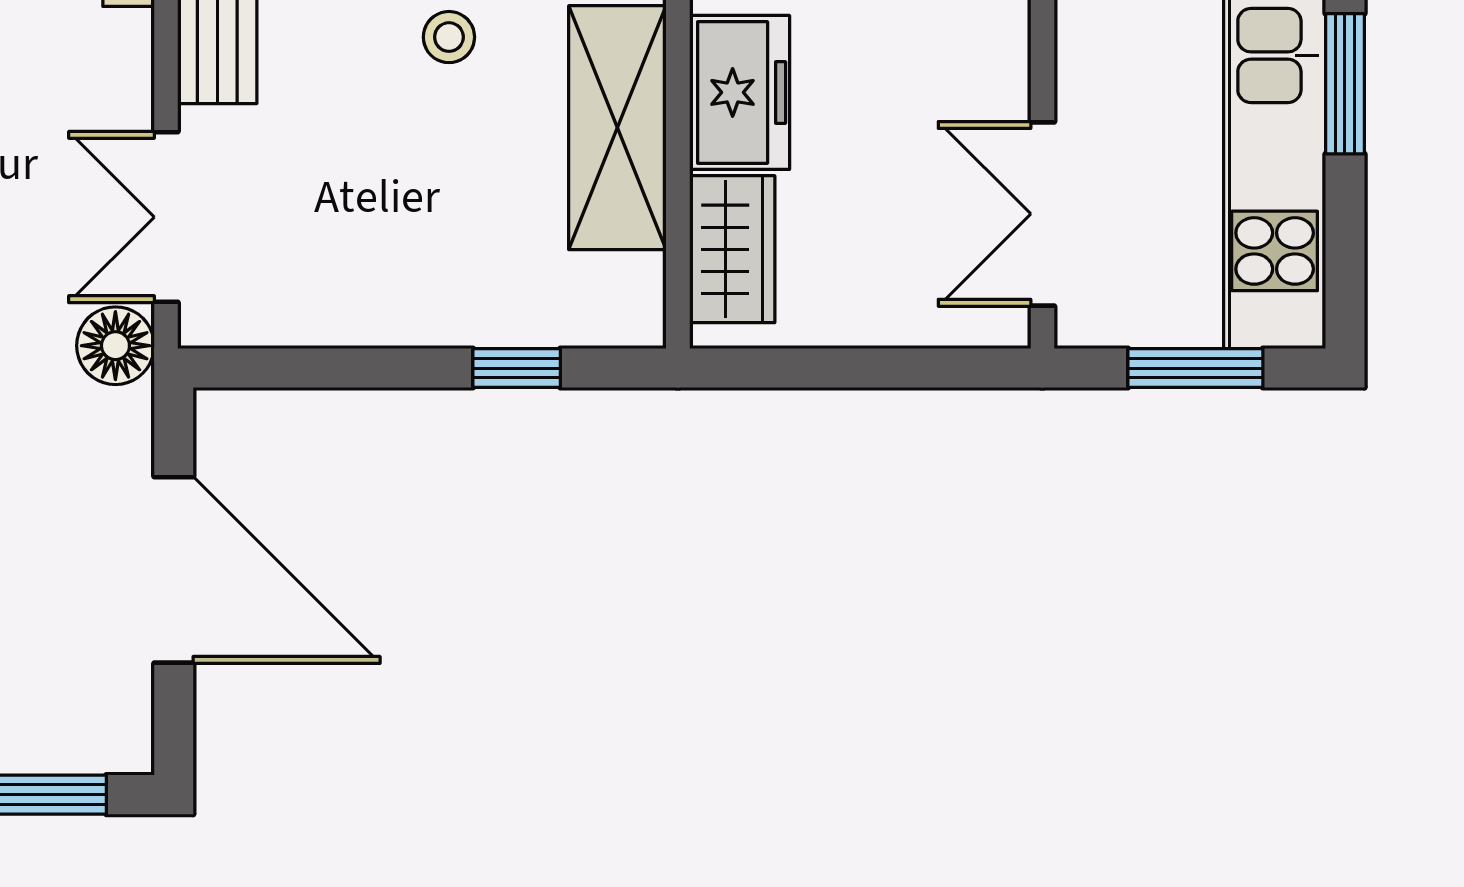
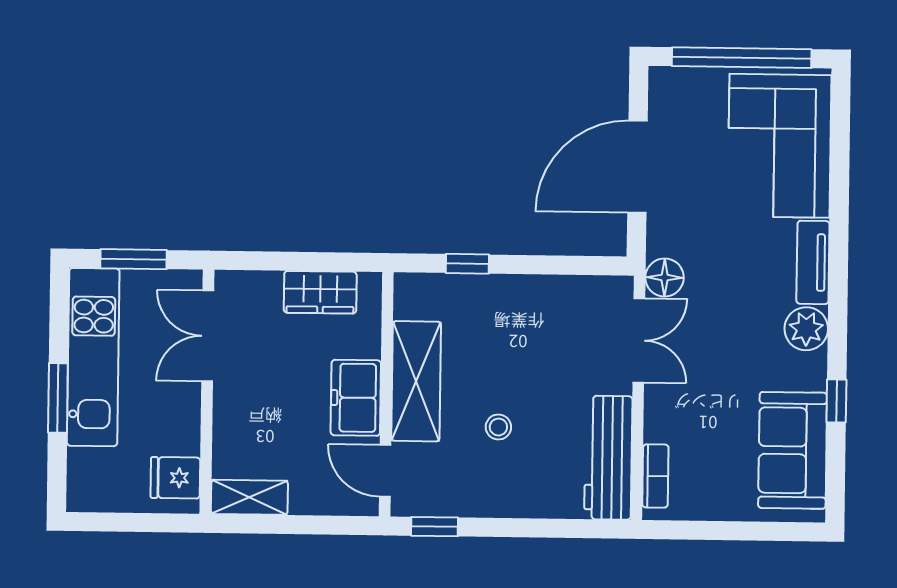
double door: (1042, 214) -> (208, 336), swing flipped
wardrobe: (732, 249) -> (320, 292), moved, turned -90
door: (174, 570) -> (637, 167), hinge flipped

